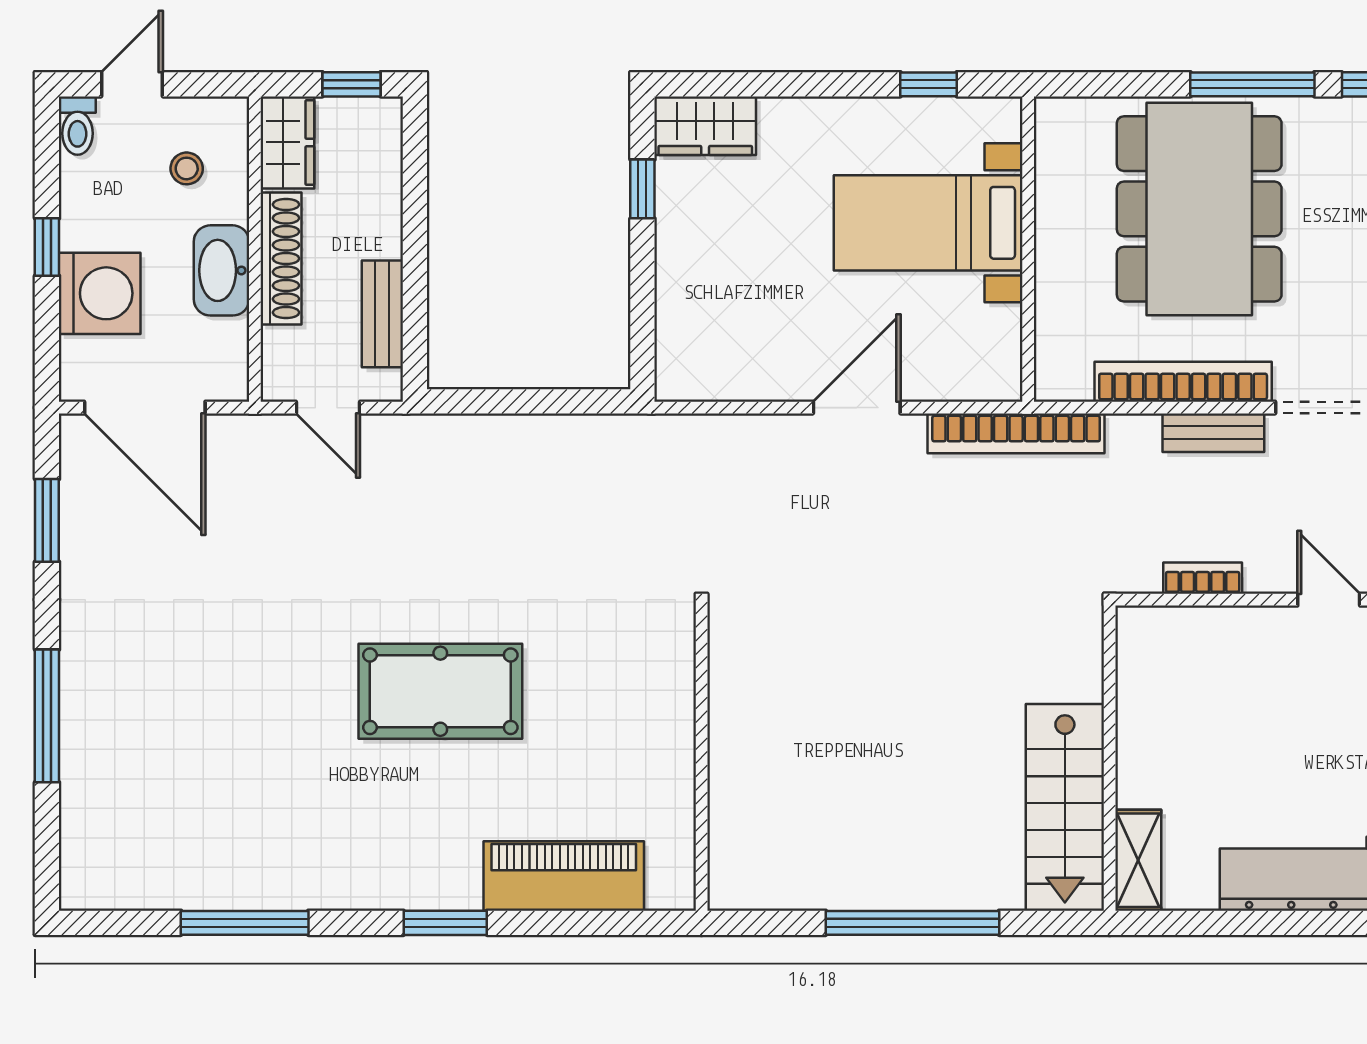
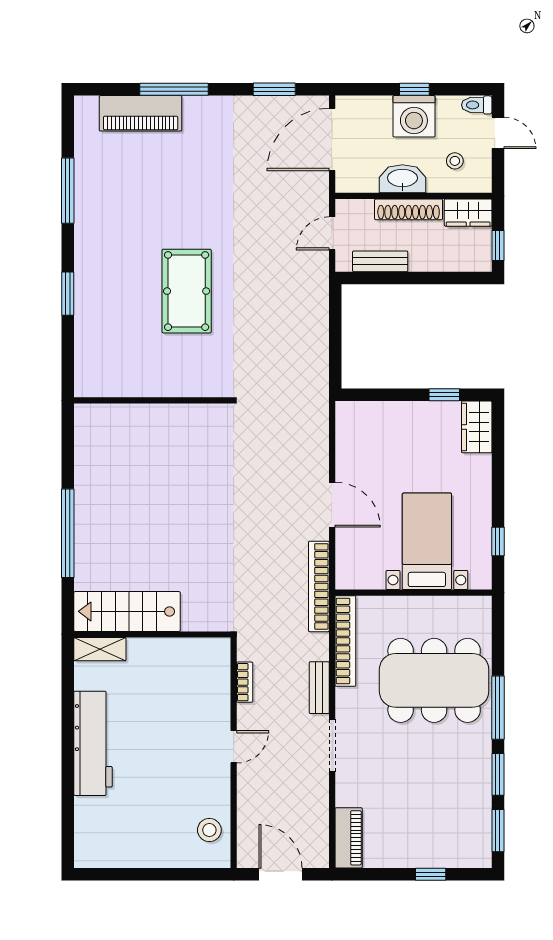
washing machine: (100, 293) -> (414, 116), moved
bookcase: (1183, 382) -> (345, 641), moved
wall: (702, 758) -> (152, 400), moved
piano: (564, 876) -> (141, 113), moved, turned 90

